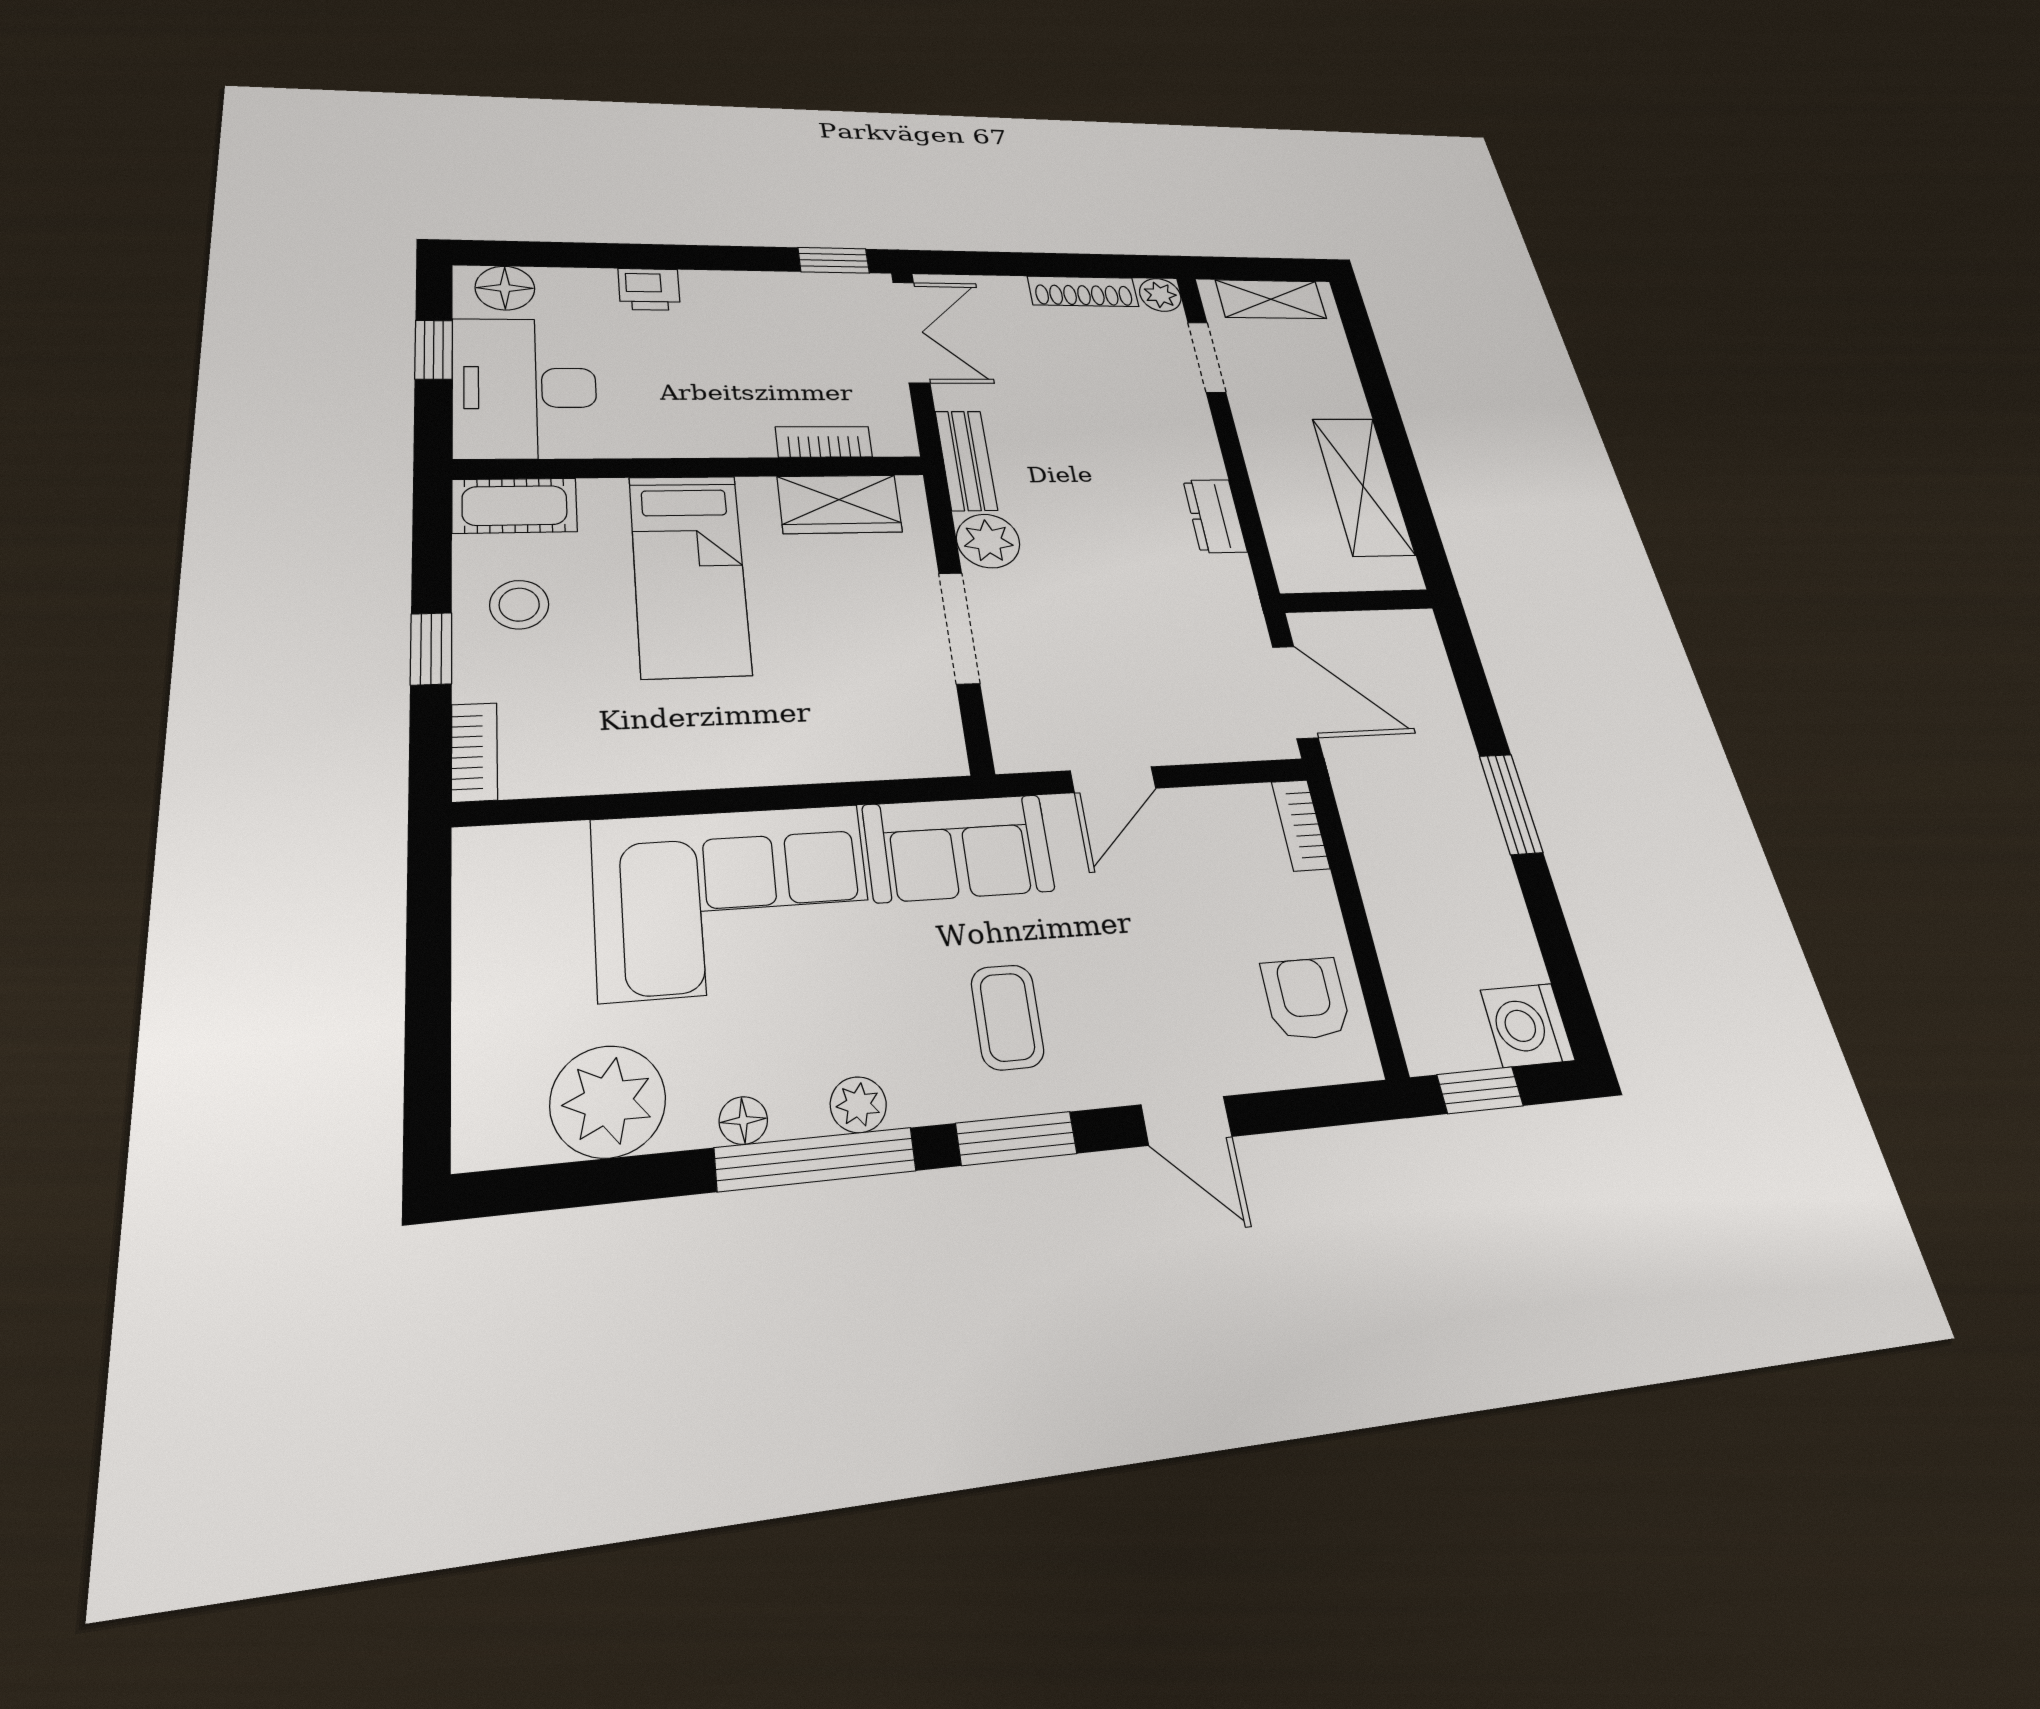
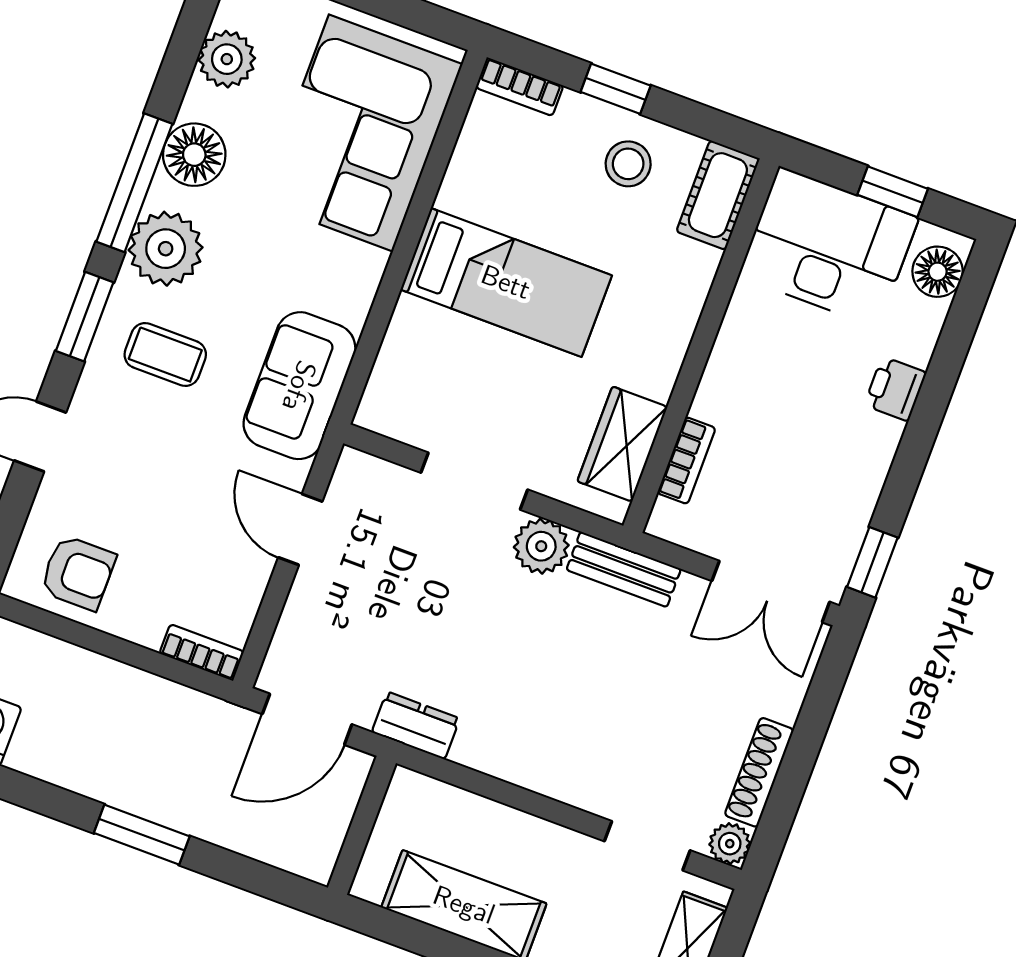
dresser: (1215, 516) -> (416, 725), moved
bed: (689, 574) -> (506, 282), moved, turned 180
corner sofa: (733, 900) -> (361, 133), moved
plant: (608, 1101) -> (227, 59), width x0.73, depth x0.73
plant: (858, 1105) -> (166, 249), width x1.88, depth x1.88
floor lamp: (743, 1120) -> (194, 155), width x1.89, depth x1.89

